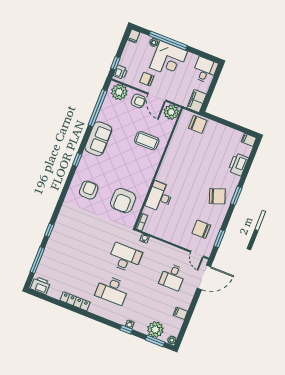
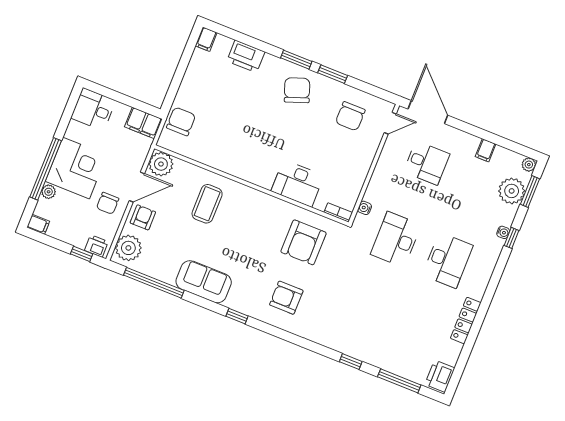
armchair: (123, 201) -> (304, 242), turned 90
window: (219, 238) -> (333, 74), moved

